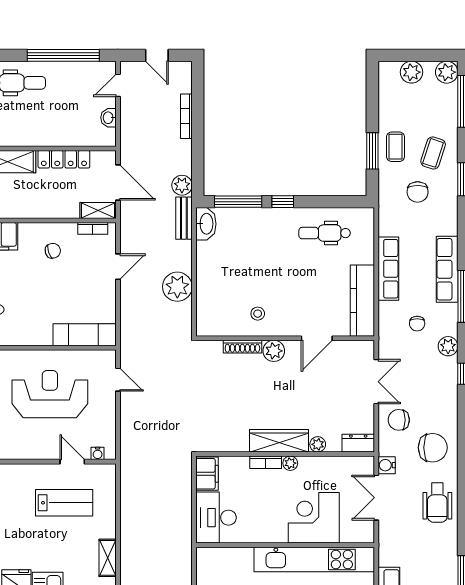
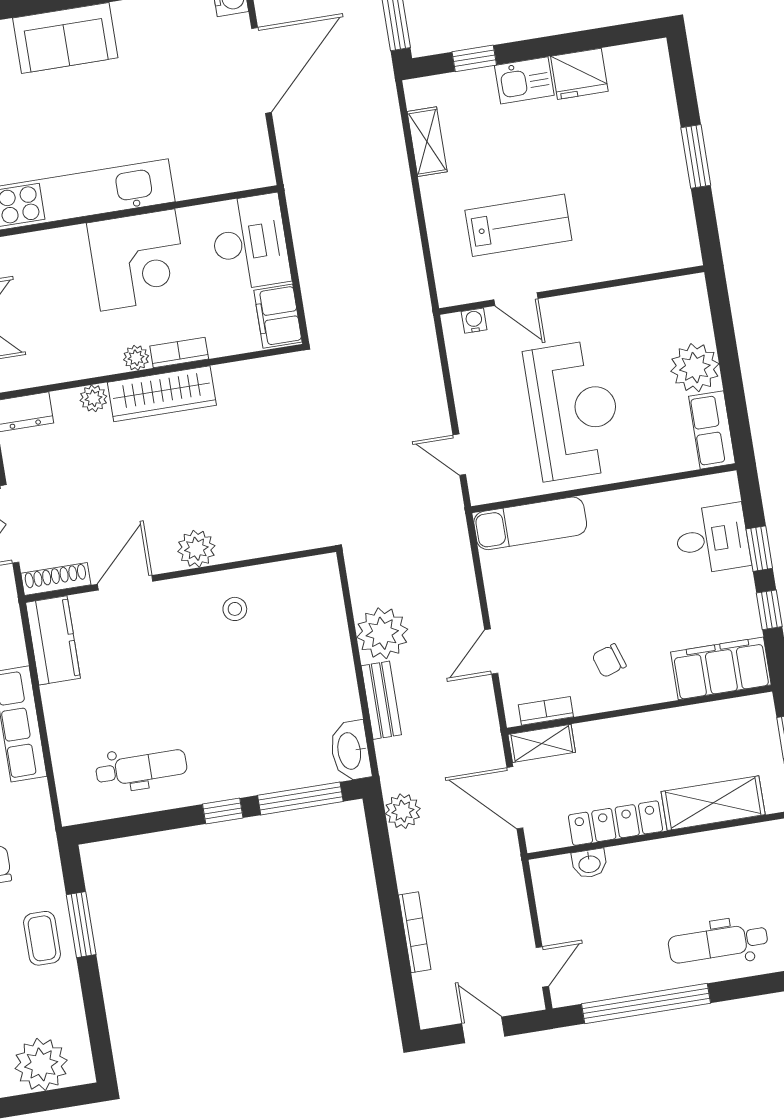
plant: (411, 72) -> (41, 1064), width x1.36, depth x1.36
washbasin: (109, 118) -> (589, 863), moved, turned 90
bench: (184, 218) -> (381, 700), moved
kitchen counter: (362, 301) -> (53, 640), width x0.67
shoe rack: (242, 347) -> (56, 579), moved
reception desk: (50, 394) -> (574, 410), turned -90
lab bench: (64, 503) -> (518, 225), turned 180
corner desk: (314, 518) -> (138, 260), moved

